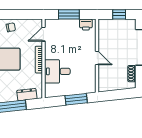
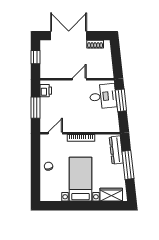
door: (43, 34) -> (55, 133), swing flipped
desk: (57, 71) -> (103, 96), moved, turned -96
dresser: (27, 95) -> (116, 150), width x1.44

